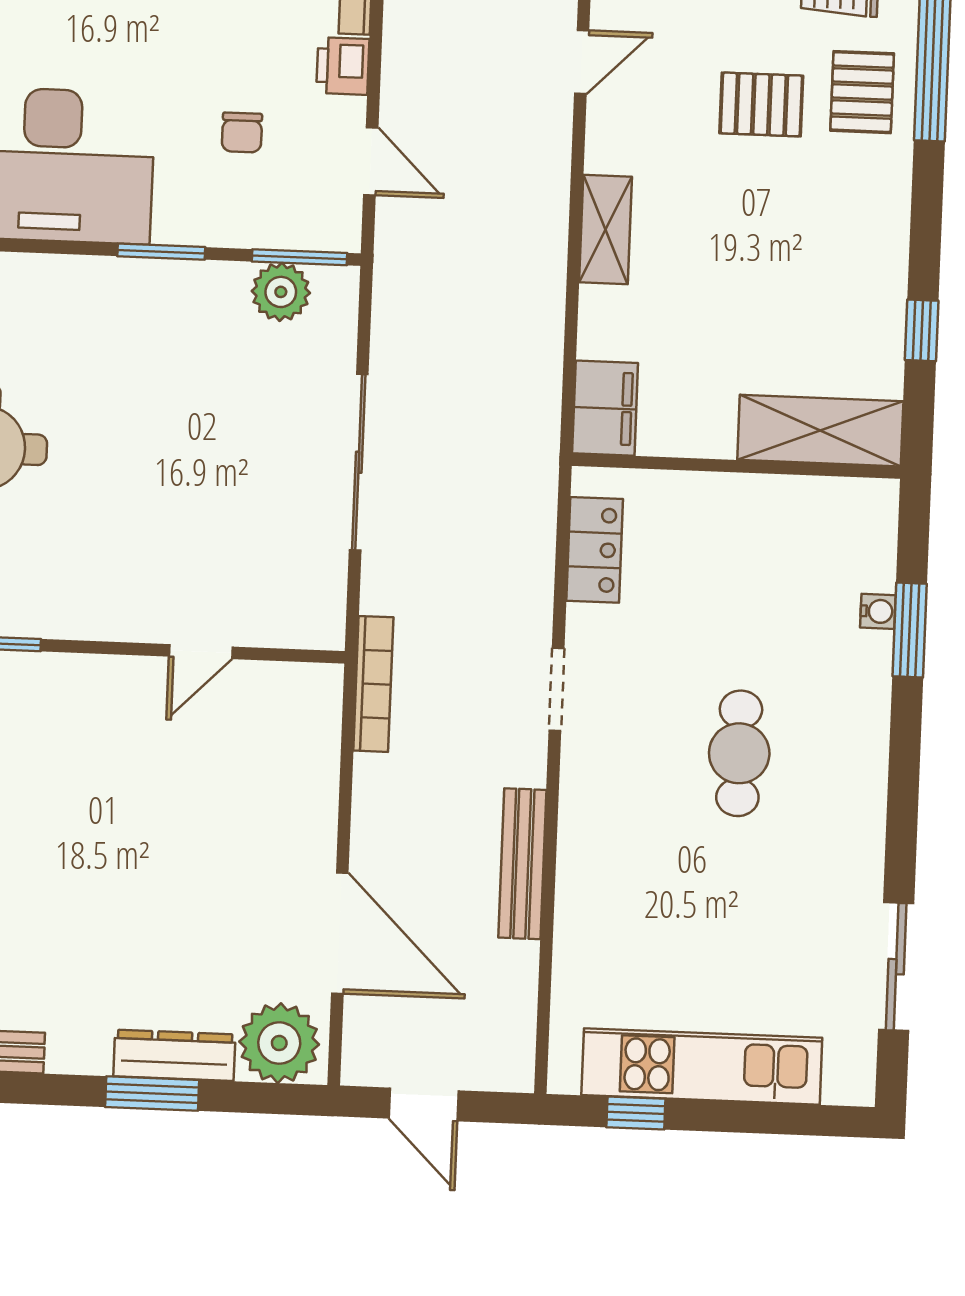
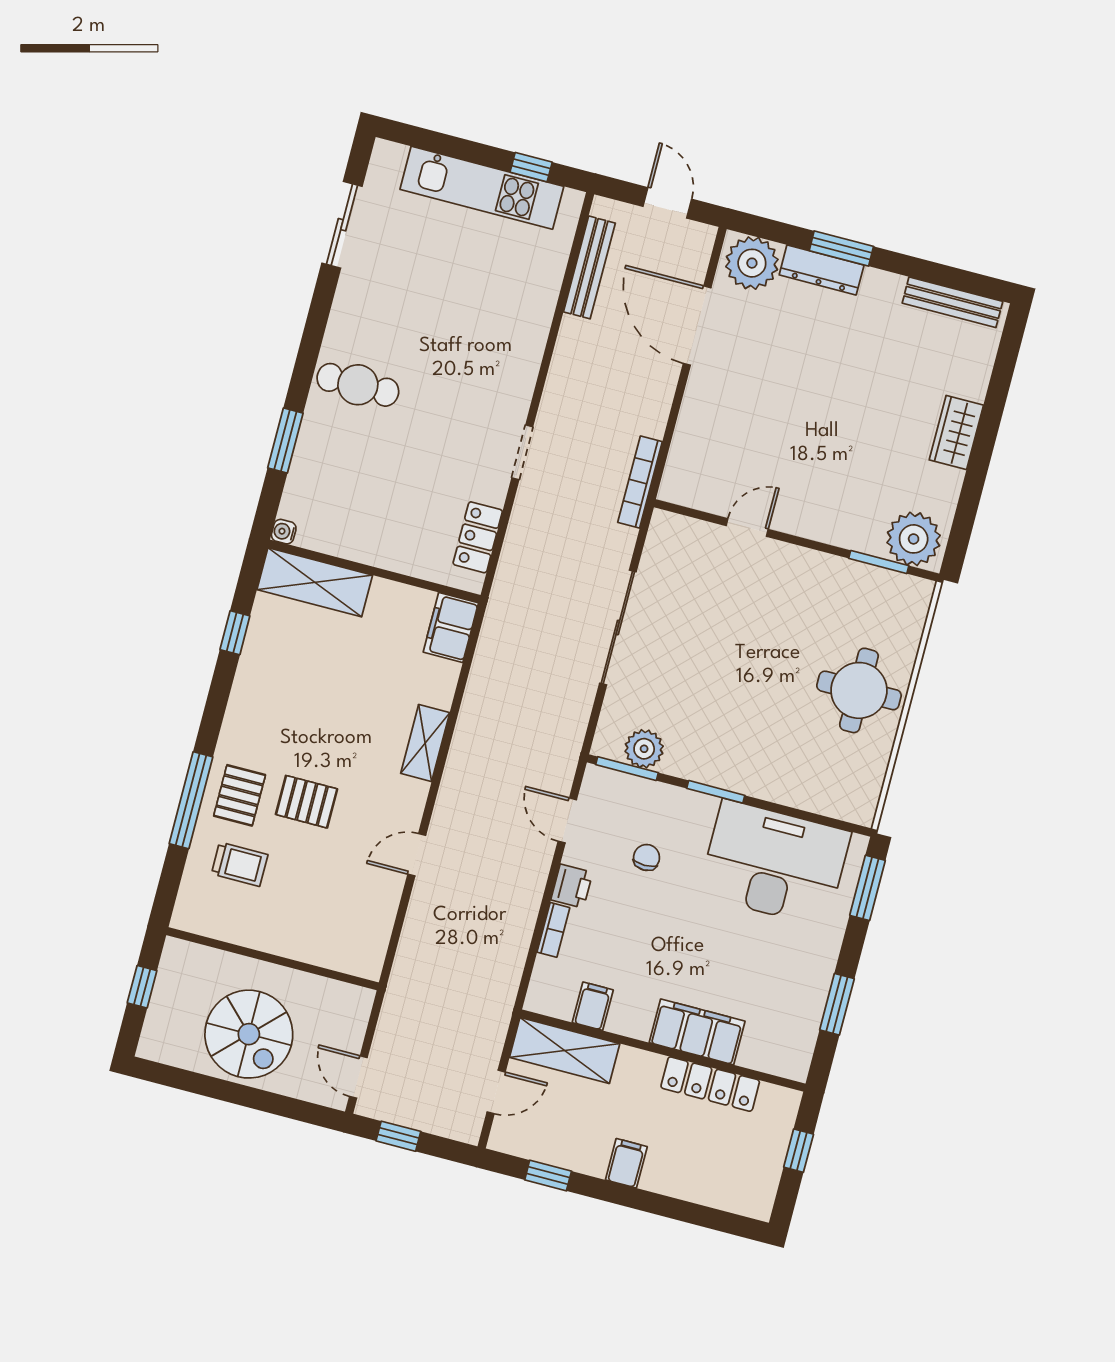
water cooler: (878, 611) -> (284, 532), moved
cafe table: (739, 753) -> (358, 385), moved, turned 90
bench: (522, 864) -> (589, 267), moved

